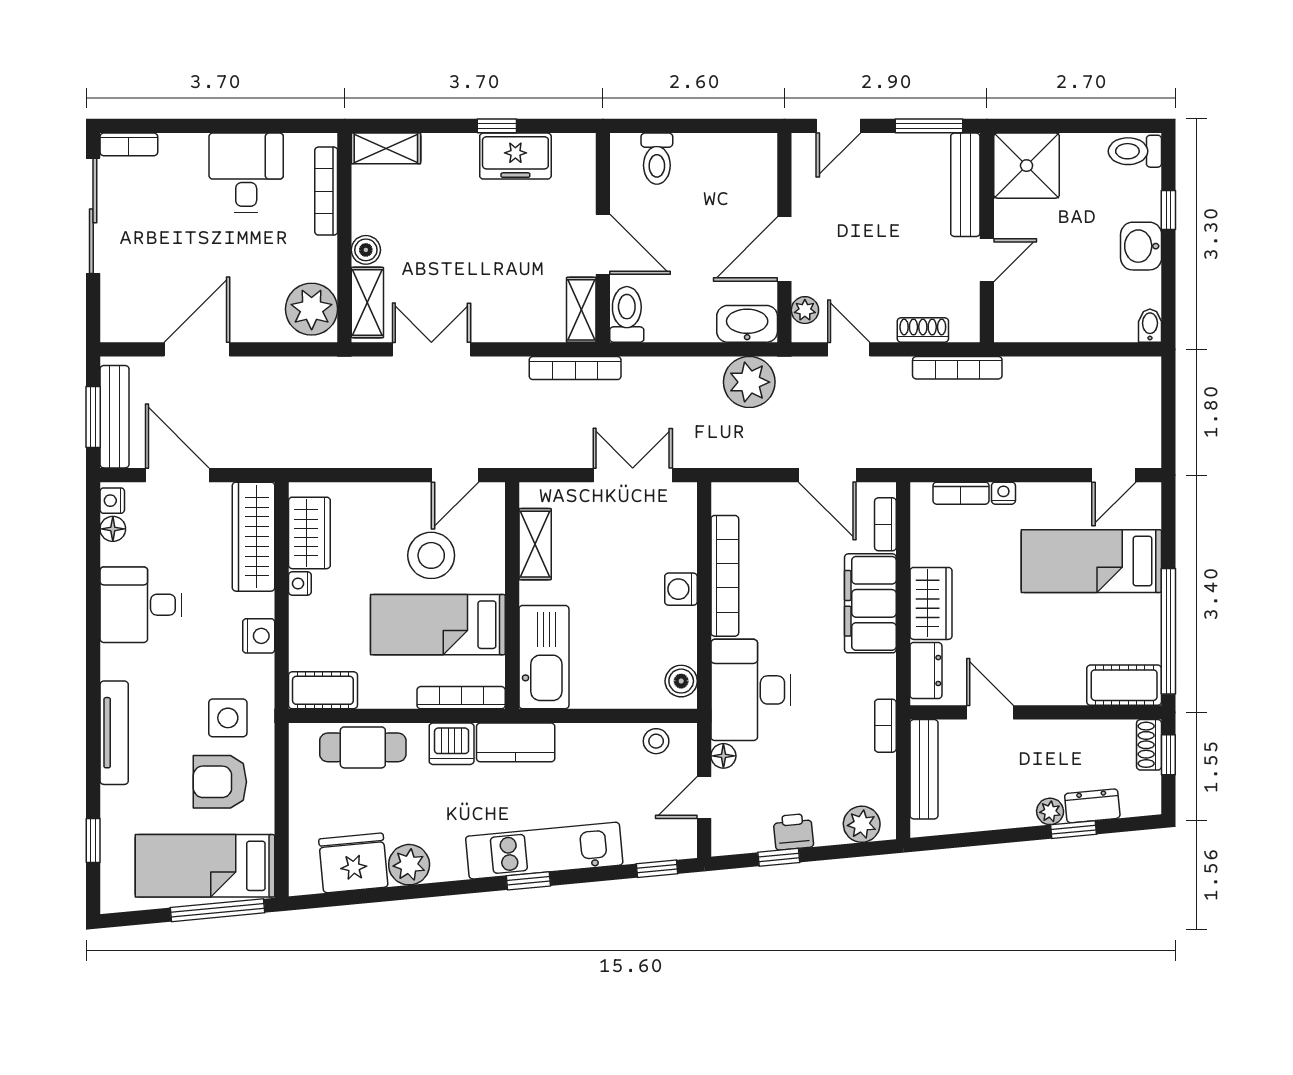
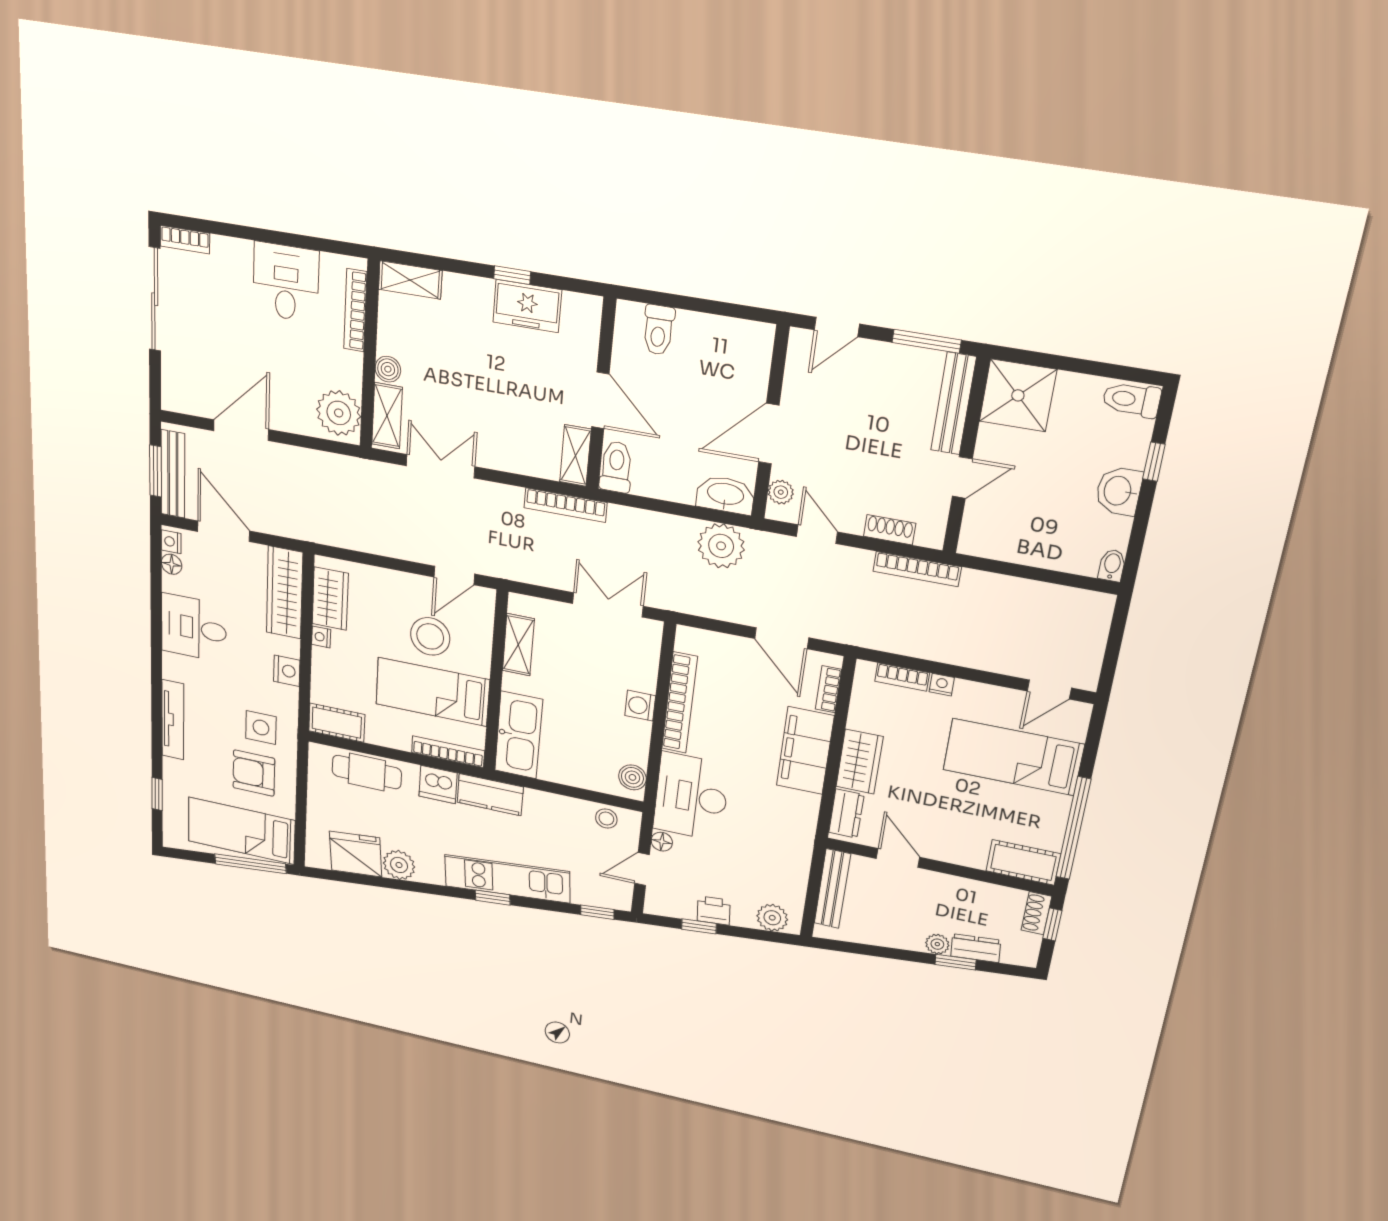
bookcase: (885, 726) -> (804, 849), removed

